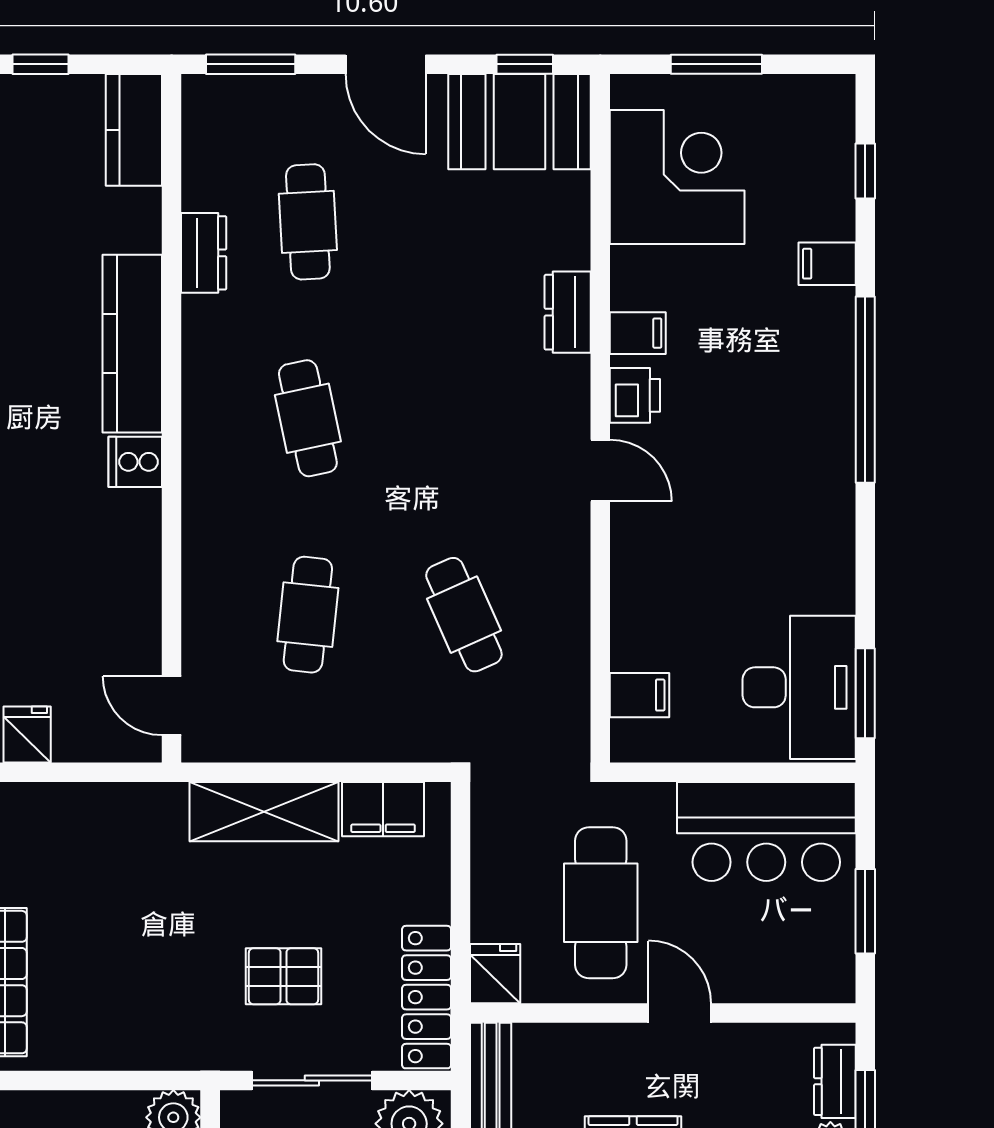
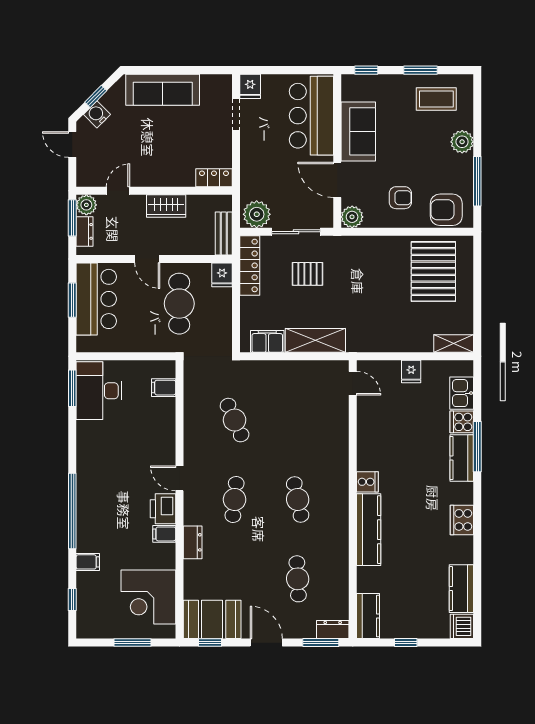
dresser: (204, 253) -> (333, 630), moved, turned 90
printer: (635, 395) -> (163, 509), width x1.36, depth x1.24
cafe table: (308, 615) -> (235, 499), moved
bar counter: (766, 831) -> (96, 299), moved, turned 90

